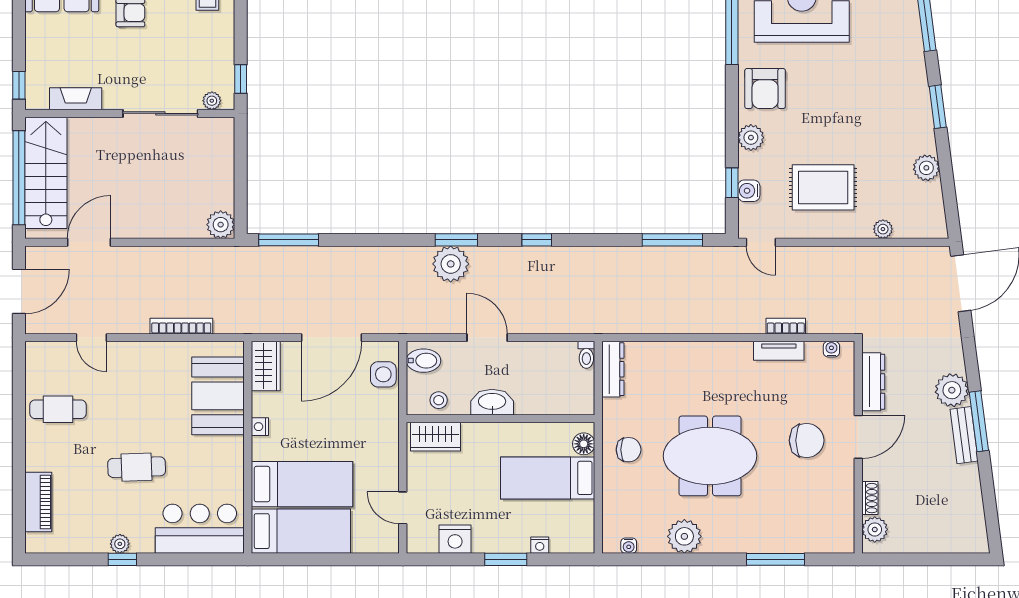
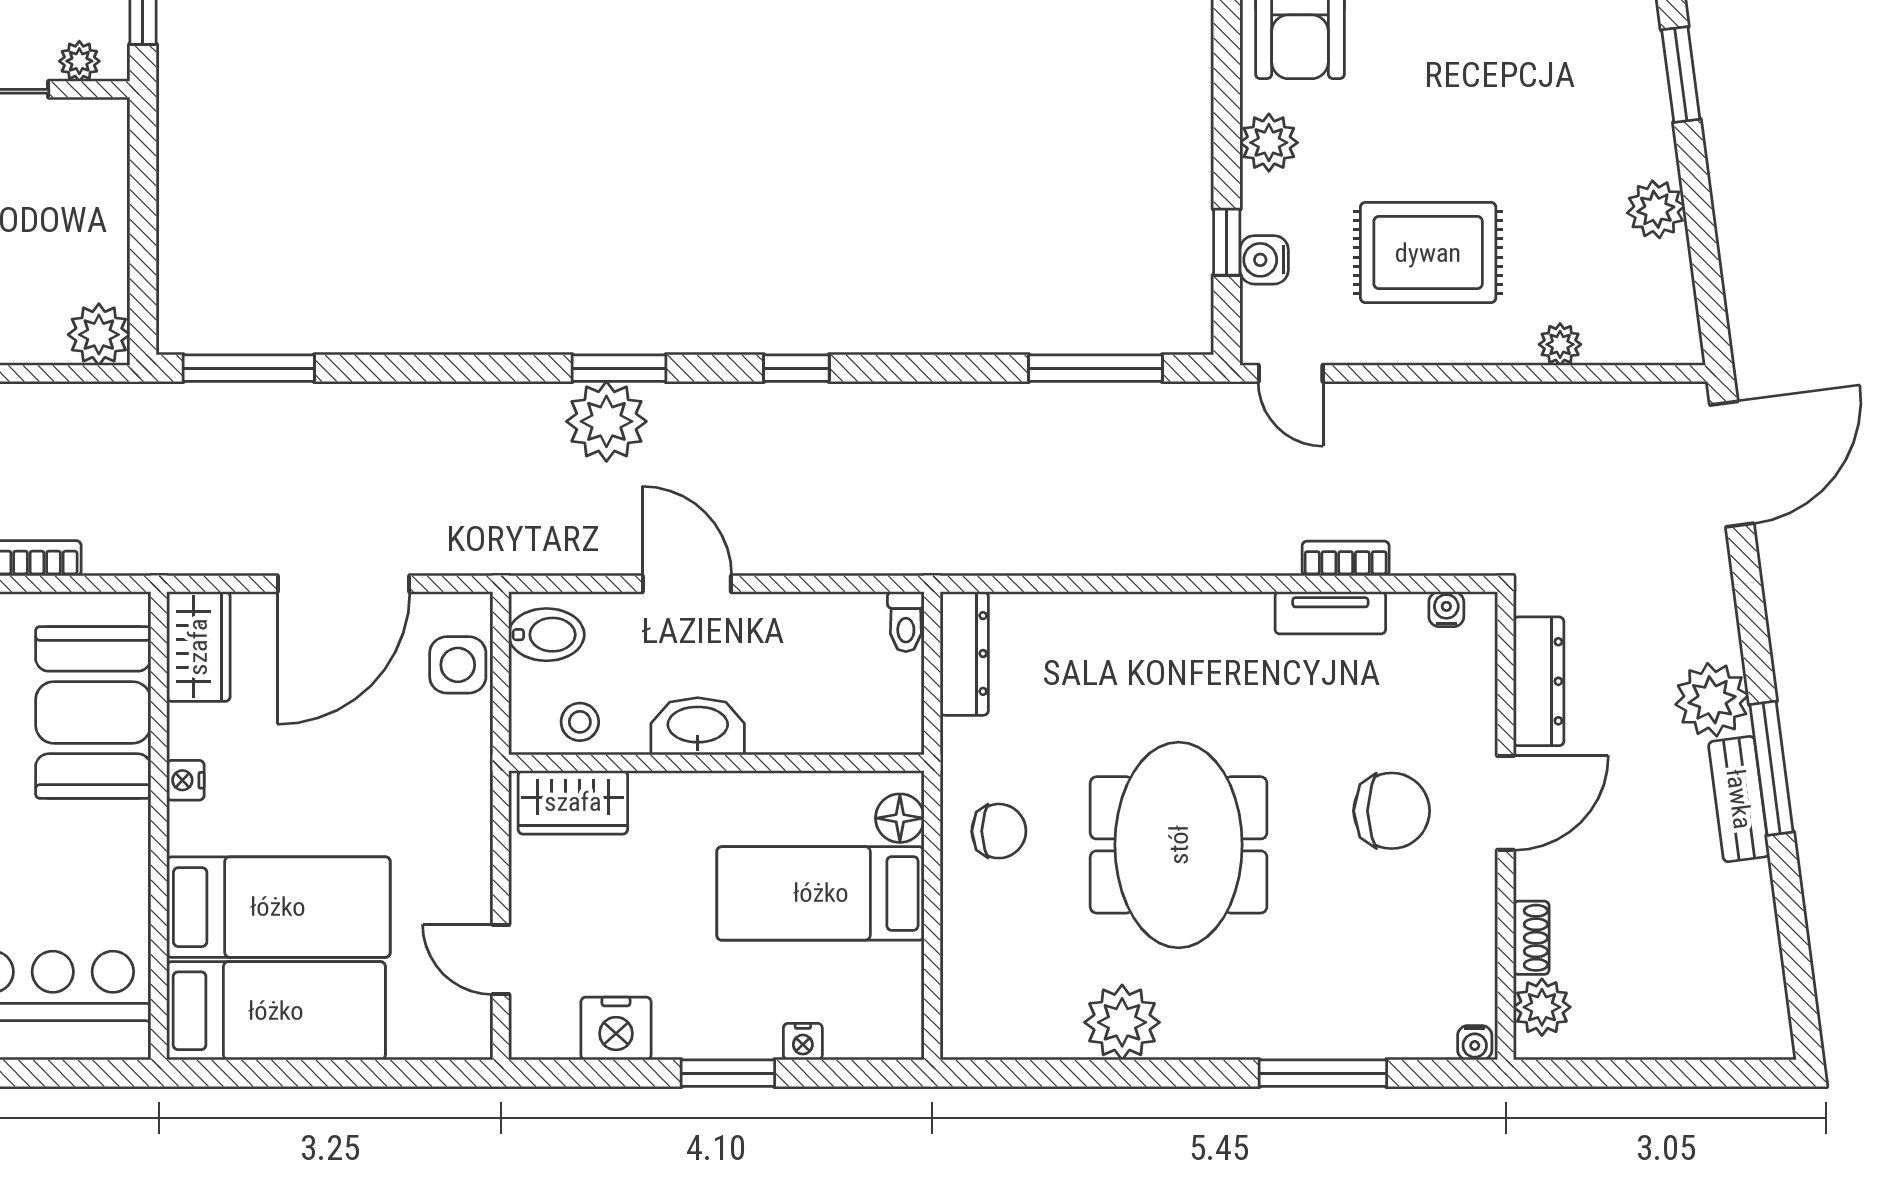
meeting table: (710, 456) -> (1179, 845), turned 90
water cooler: (629, 546) -> (1475, 1043), moved

